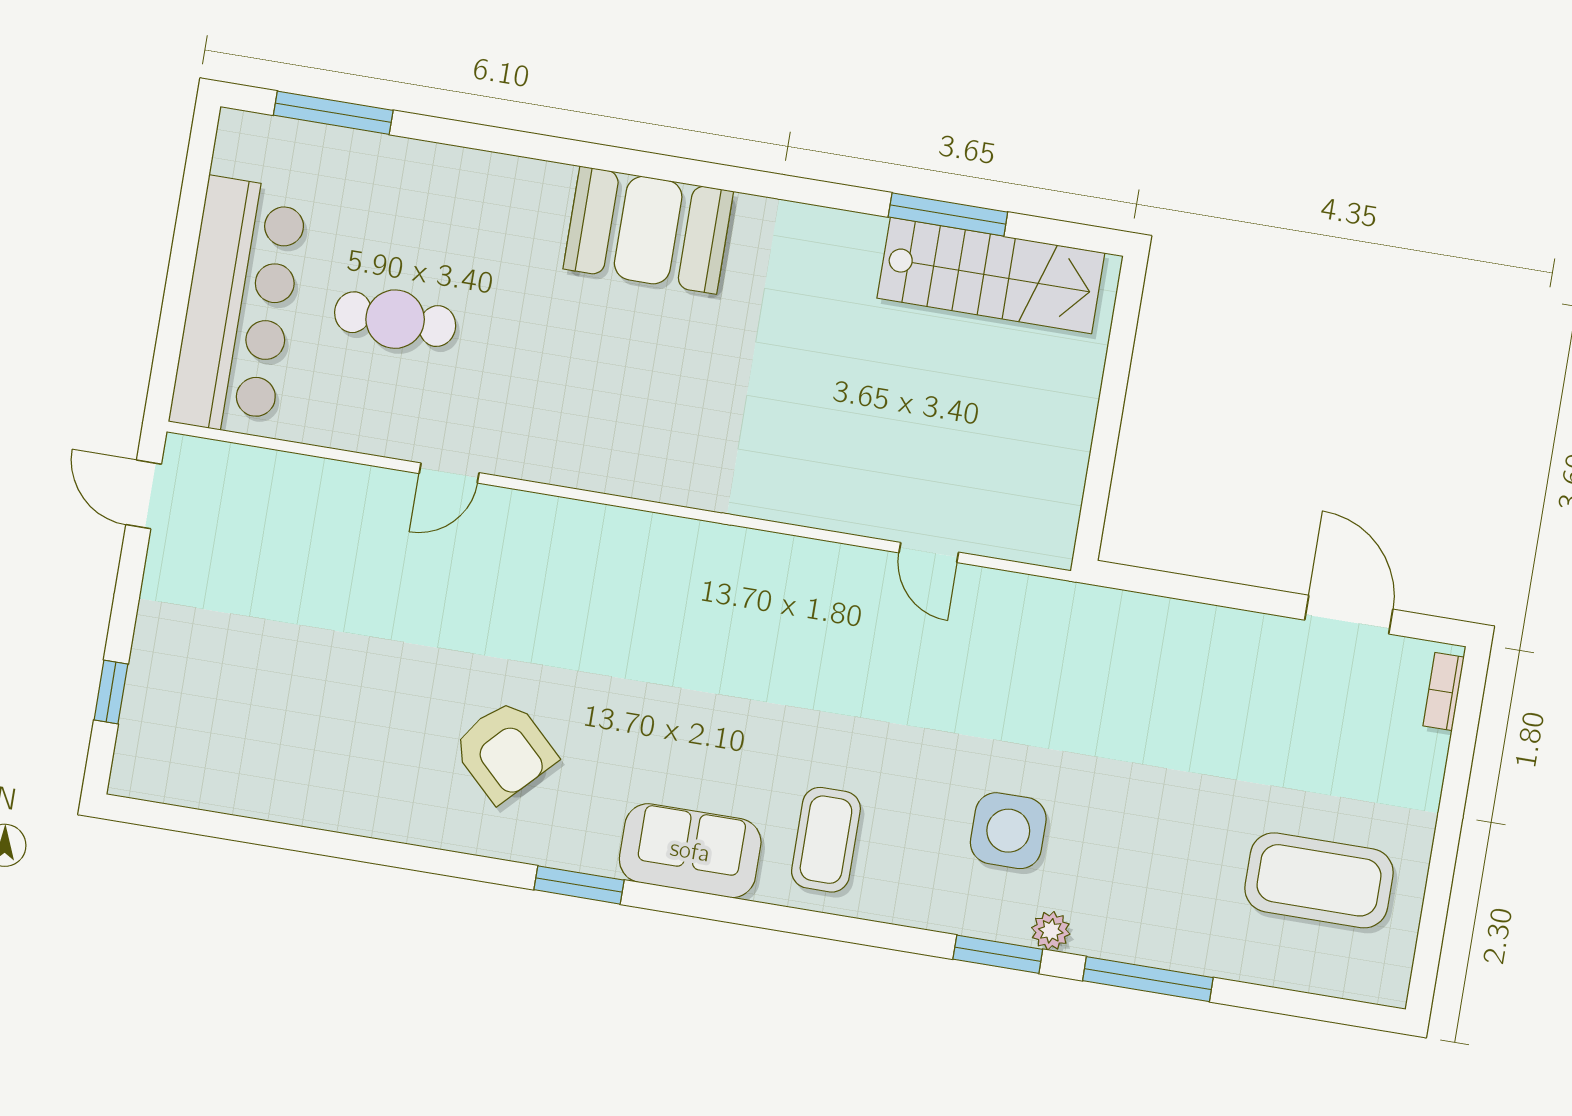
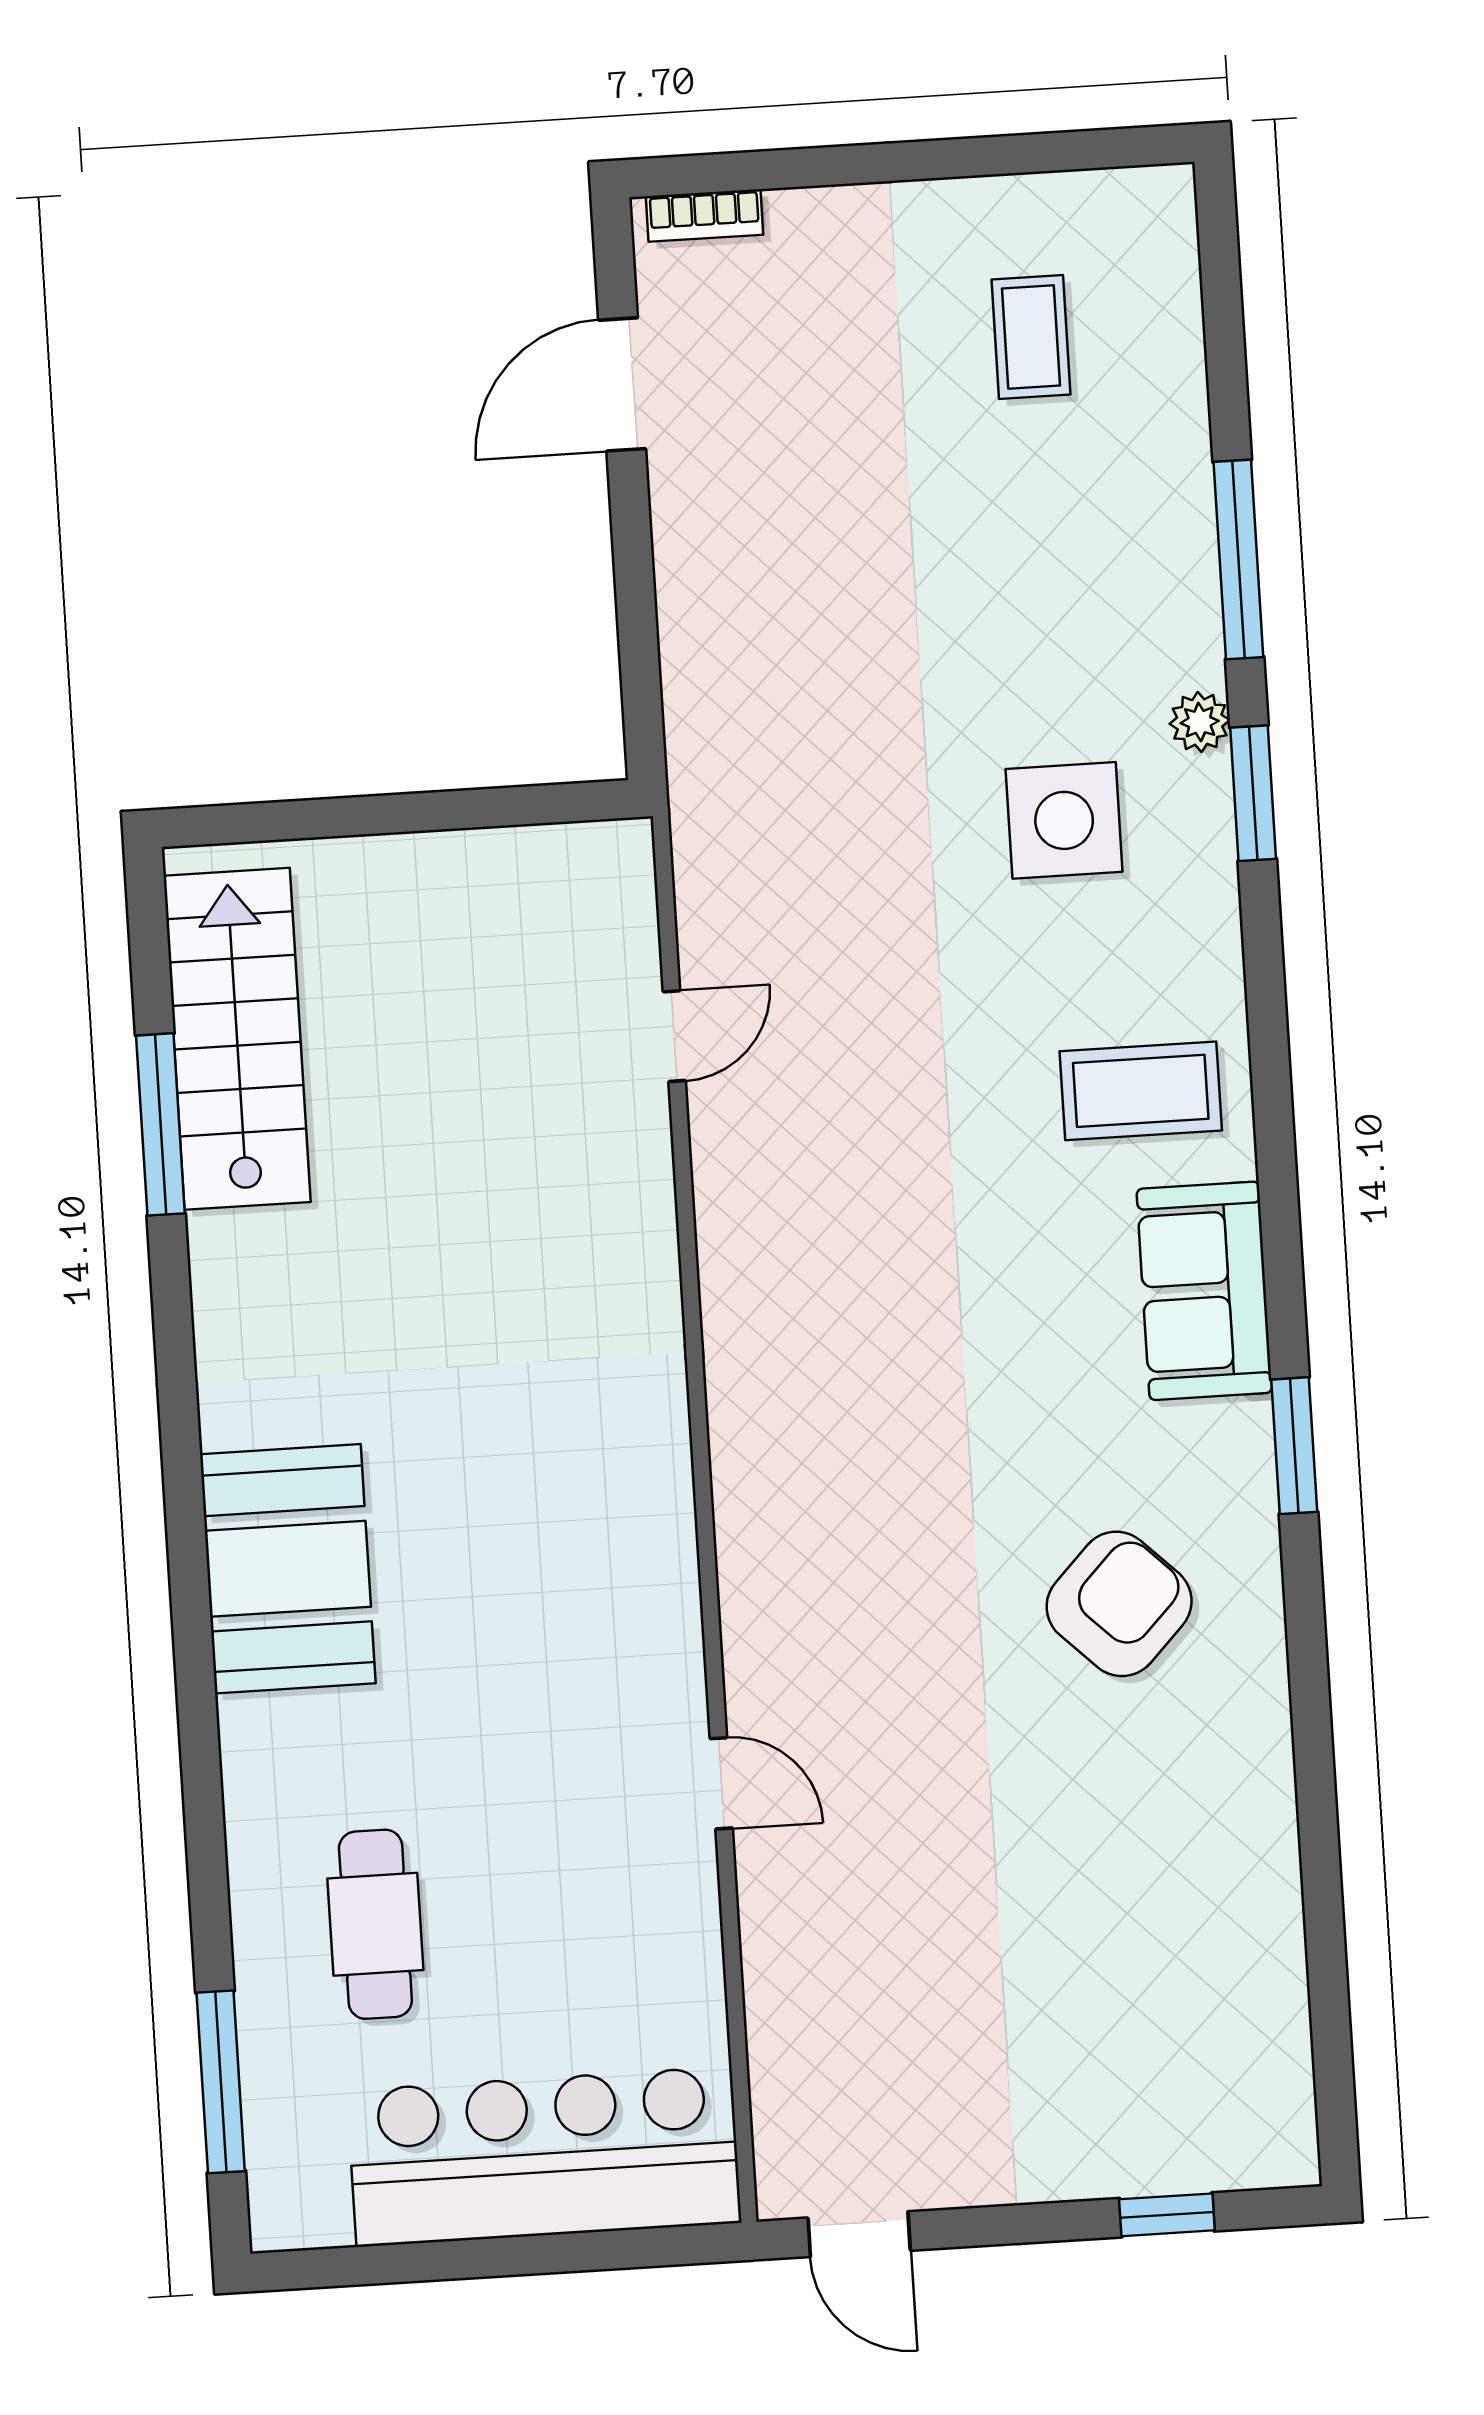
cafe table: (395, 319) -> (375, 1924), moved
door: (144, 494) -> (859, 2234), hinge flipped
coffee table: (1319, 880) -> (1031, 337), width x0.54, depth x0.58

